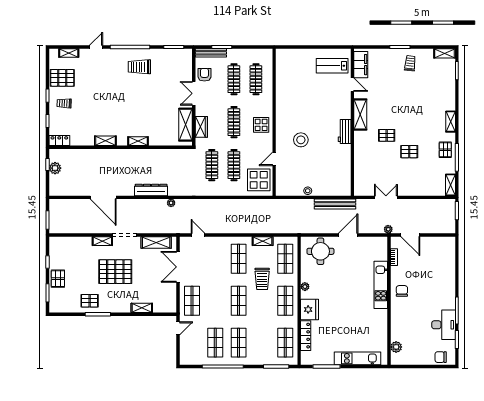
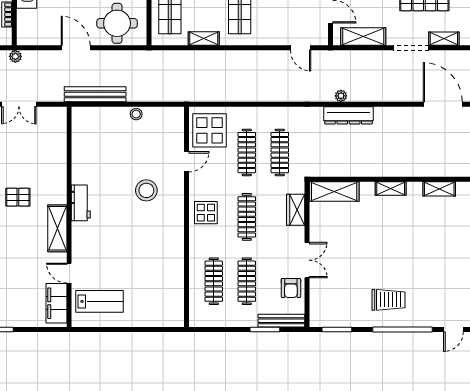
shelving: (186, 125) -> (334, 192), moved, turned 90
dresser: (151, 190) -> (348, 115), moved
door: (348, 235) -> (76, 48), swing flipped

